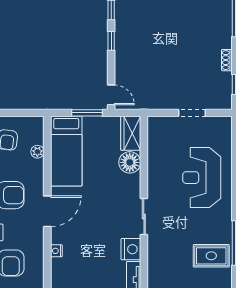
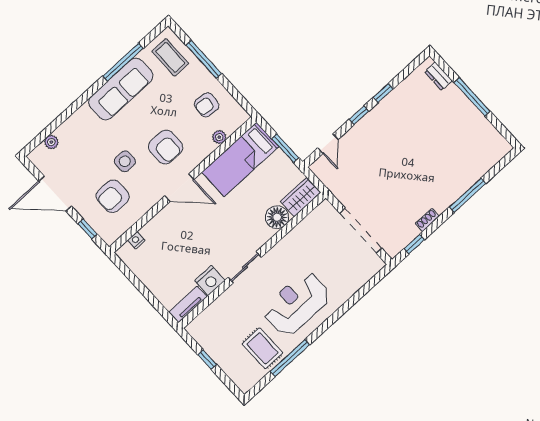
door: (111, 95) -> (328, 144), moved
doorway: (192, 113) -> (361, 231), width x1.88
reception desk: (202, 178) -> (297, 304), moved
nightstand: (56, 251) -> (136, 240), moved

